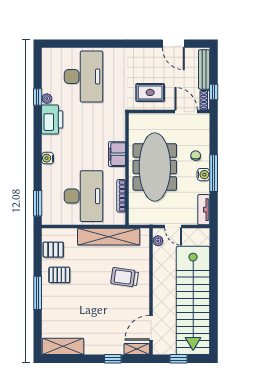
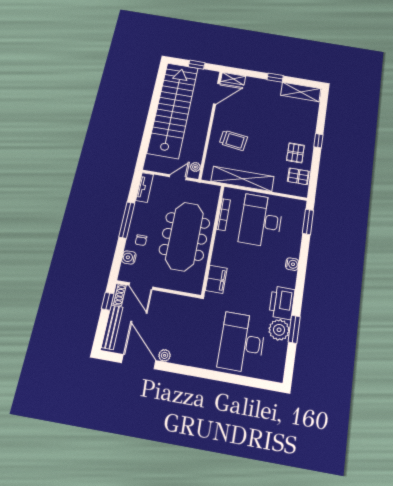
door: (173, 44) -> (139, 362), width x1.36
plant: (151, 53) -> (165, 355), added
rug: (150, 92) -> (174, 313), removed
window: (38, 97) -> (294, 329), width x1.50
plant: (47, 99) -> (279, 330), width x1.88, depth x1.88
filing cabinet: (117, 154) -> (216, 279), moved
water cooler: (203, 175) -> (129, 257), moved
door: (173, 227) -> (178, 177), hinge flipped
pallet: (59, 275) -> (295, 153), turned 90
window: (38, 293) -> (318, 141), width x0.46
window: (113, 359) -> (275, 78), moved

